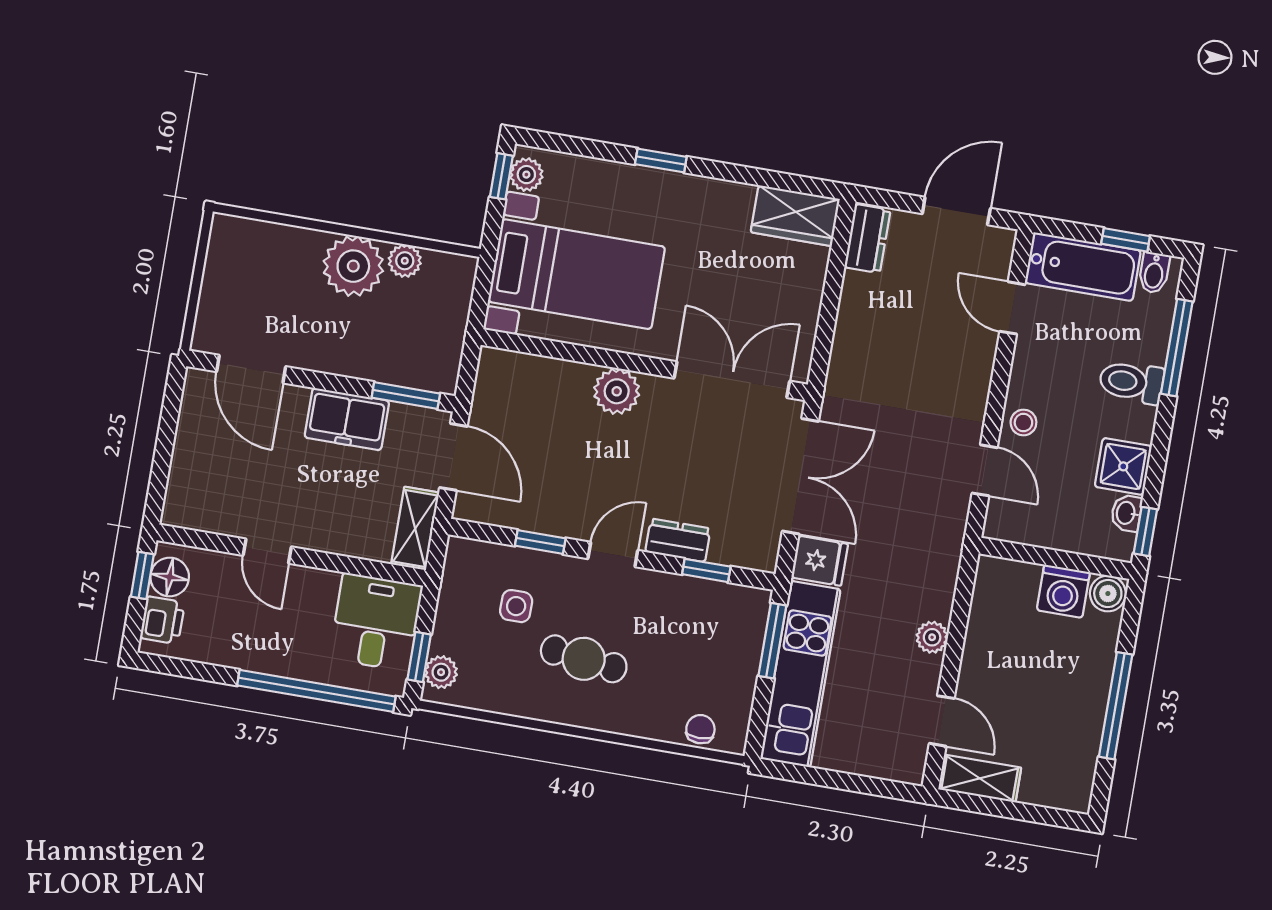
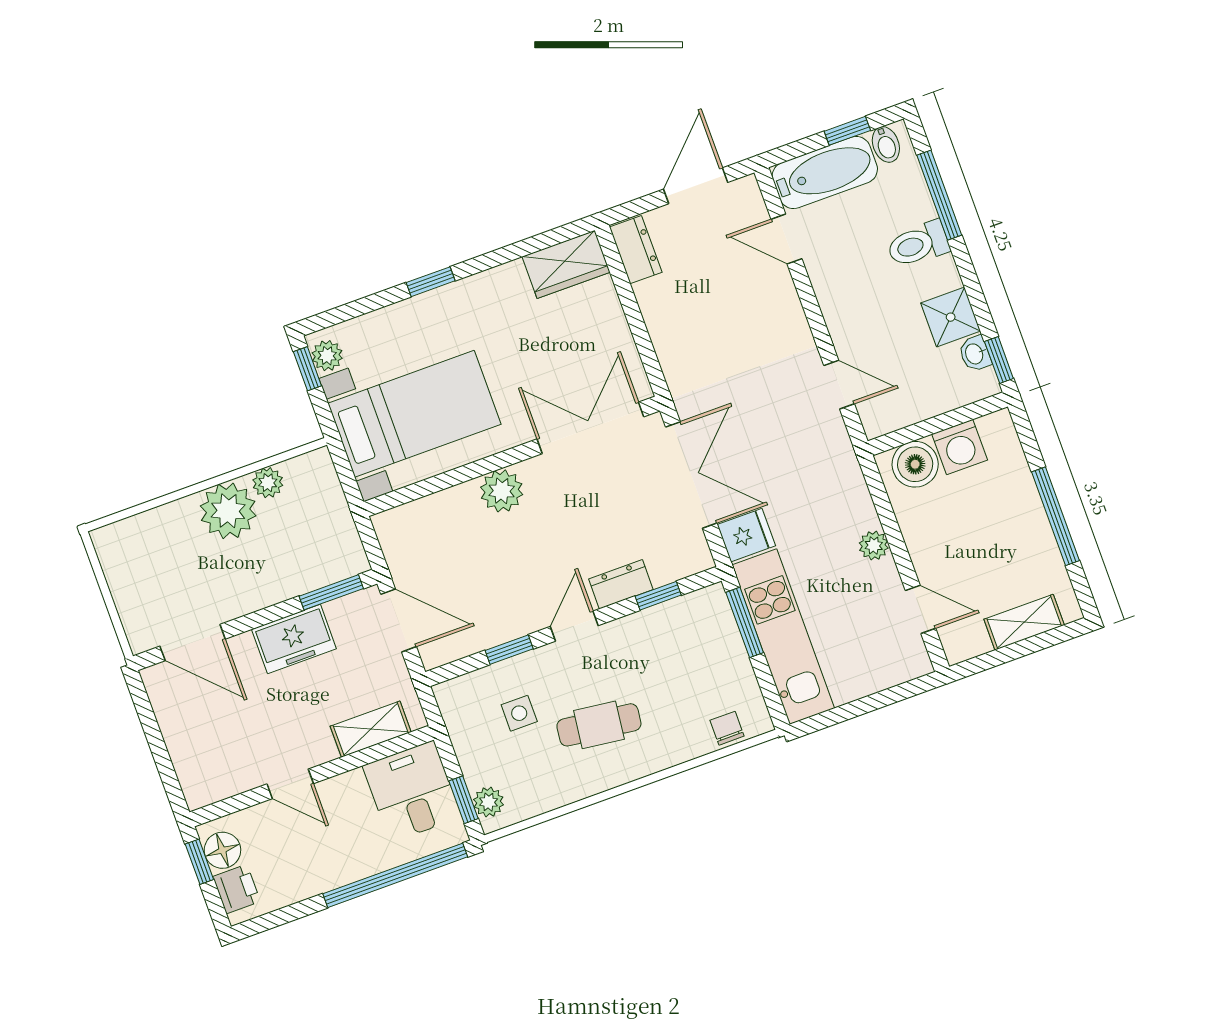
stool: (1023, 422) -> (849, 327), removed
shelving: (415, 528) -> (371, 729), moved, turned 90
boiler: (1108, 594) -> (915, 464), moved, width x1.36, depth x1.36
shelving: (980, 778) -> (1024, 622), moved

